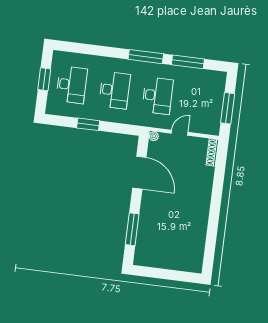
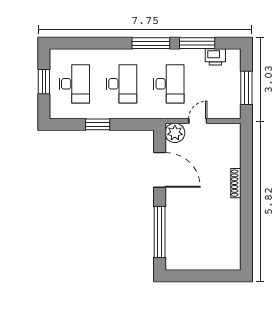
printer: (203, 77) -> (215, 57), added
plant: (154, 136) -> (175, 133), width x1.87, depth x1.87
shoe rack: (212, 152) -> (236, 183), moved
window: (132, 229) -> (160, 232), width x1.46

